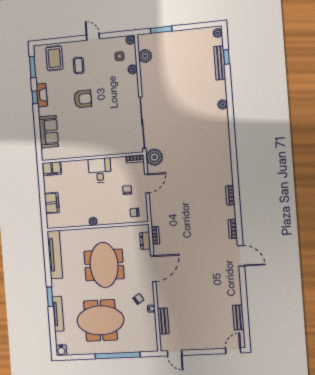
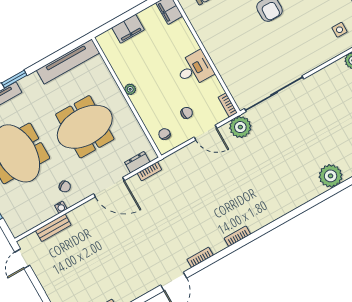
plant: (133, 69) -> (331, 53), removed
plant: (223, 104) -> (331, 176), width x1.87, depth x1.87

